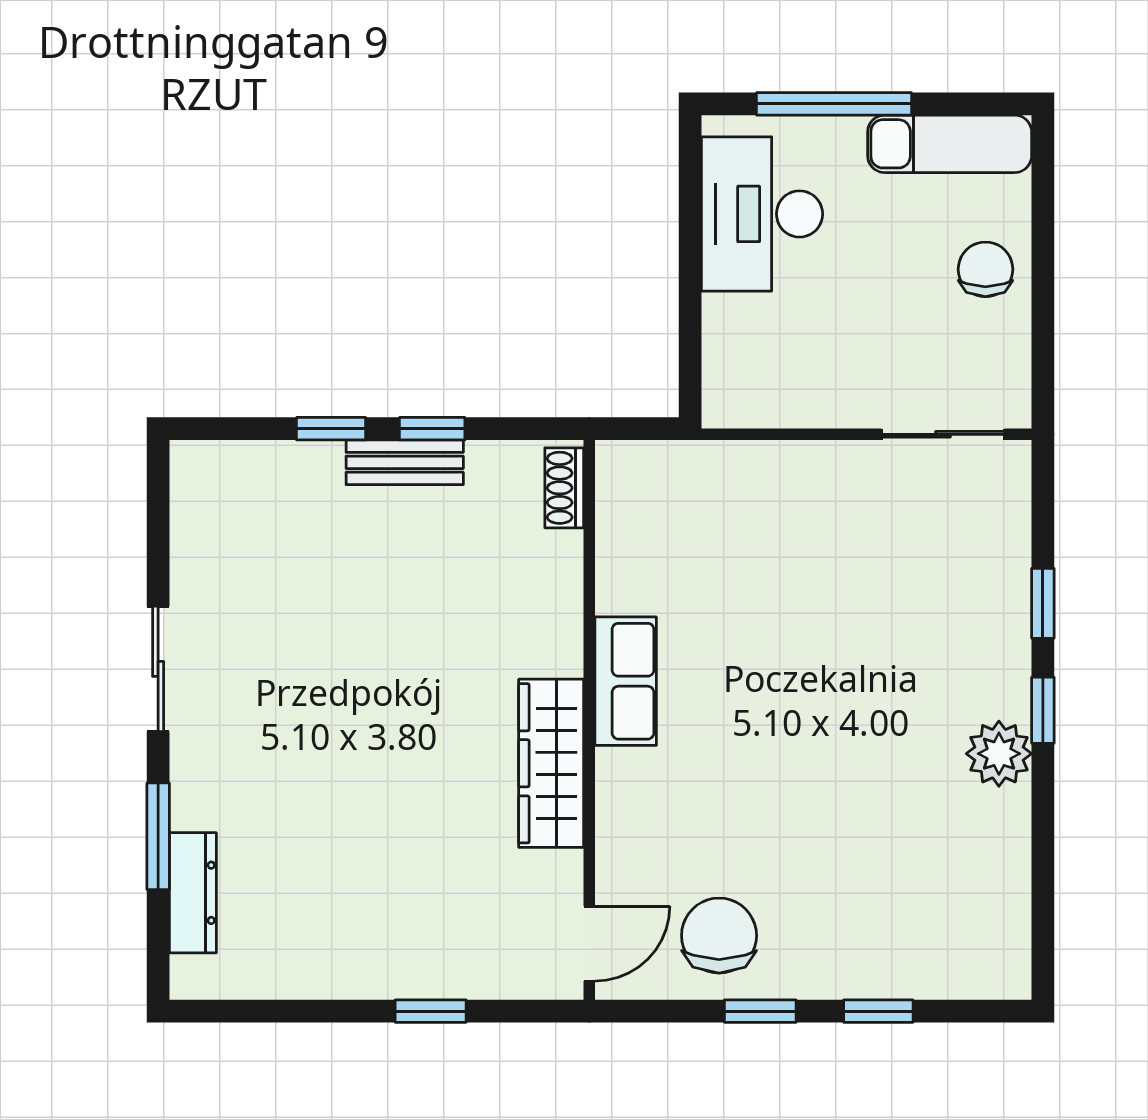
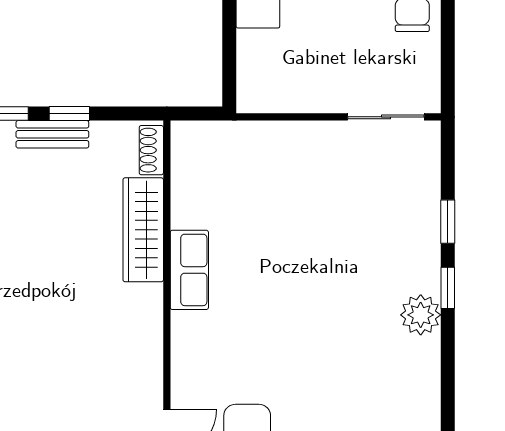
wardrobe: (551, 763) -> (143, 230), moved

